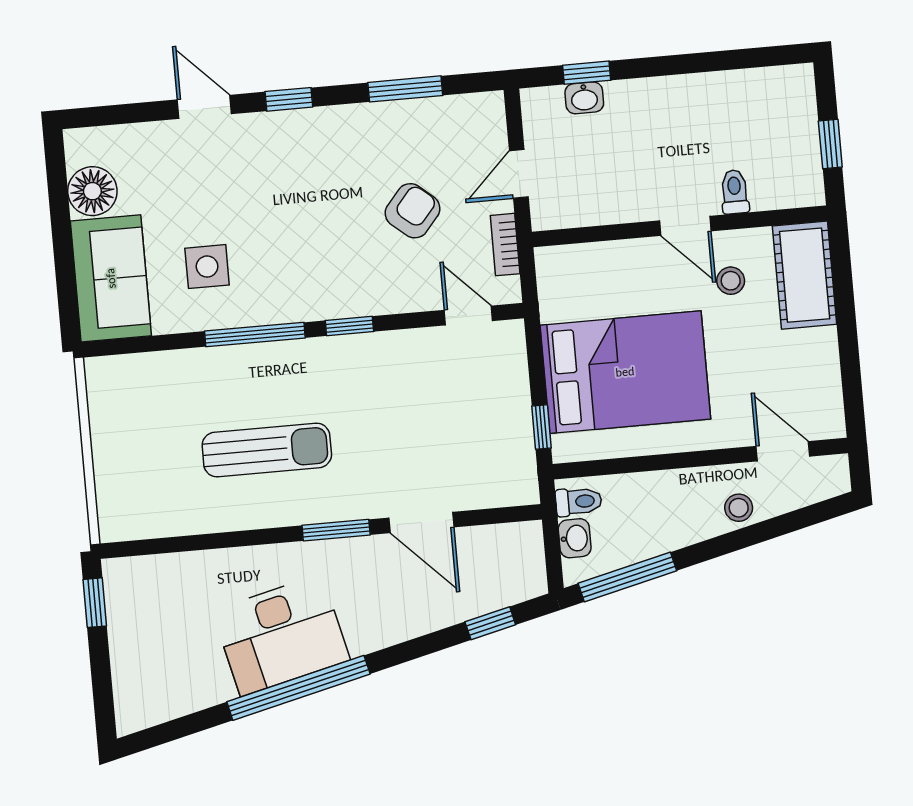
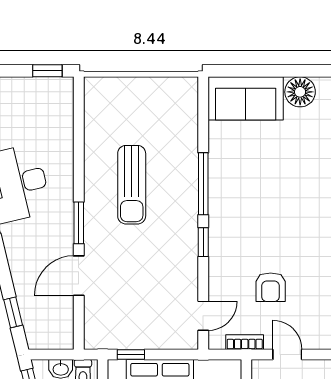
armchair: (413, 211) -> (271, 287), turned 50
side table: (207, 267) -> (248, 158), removed

